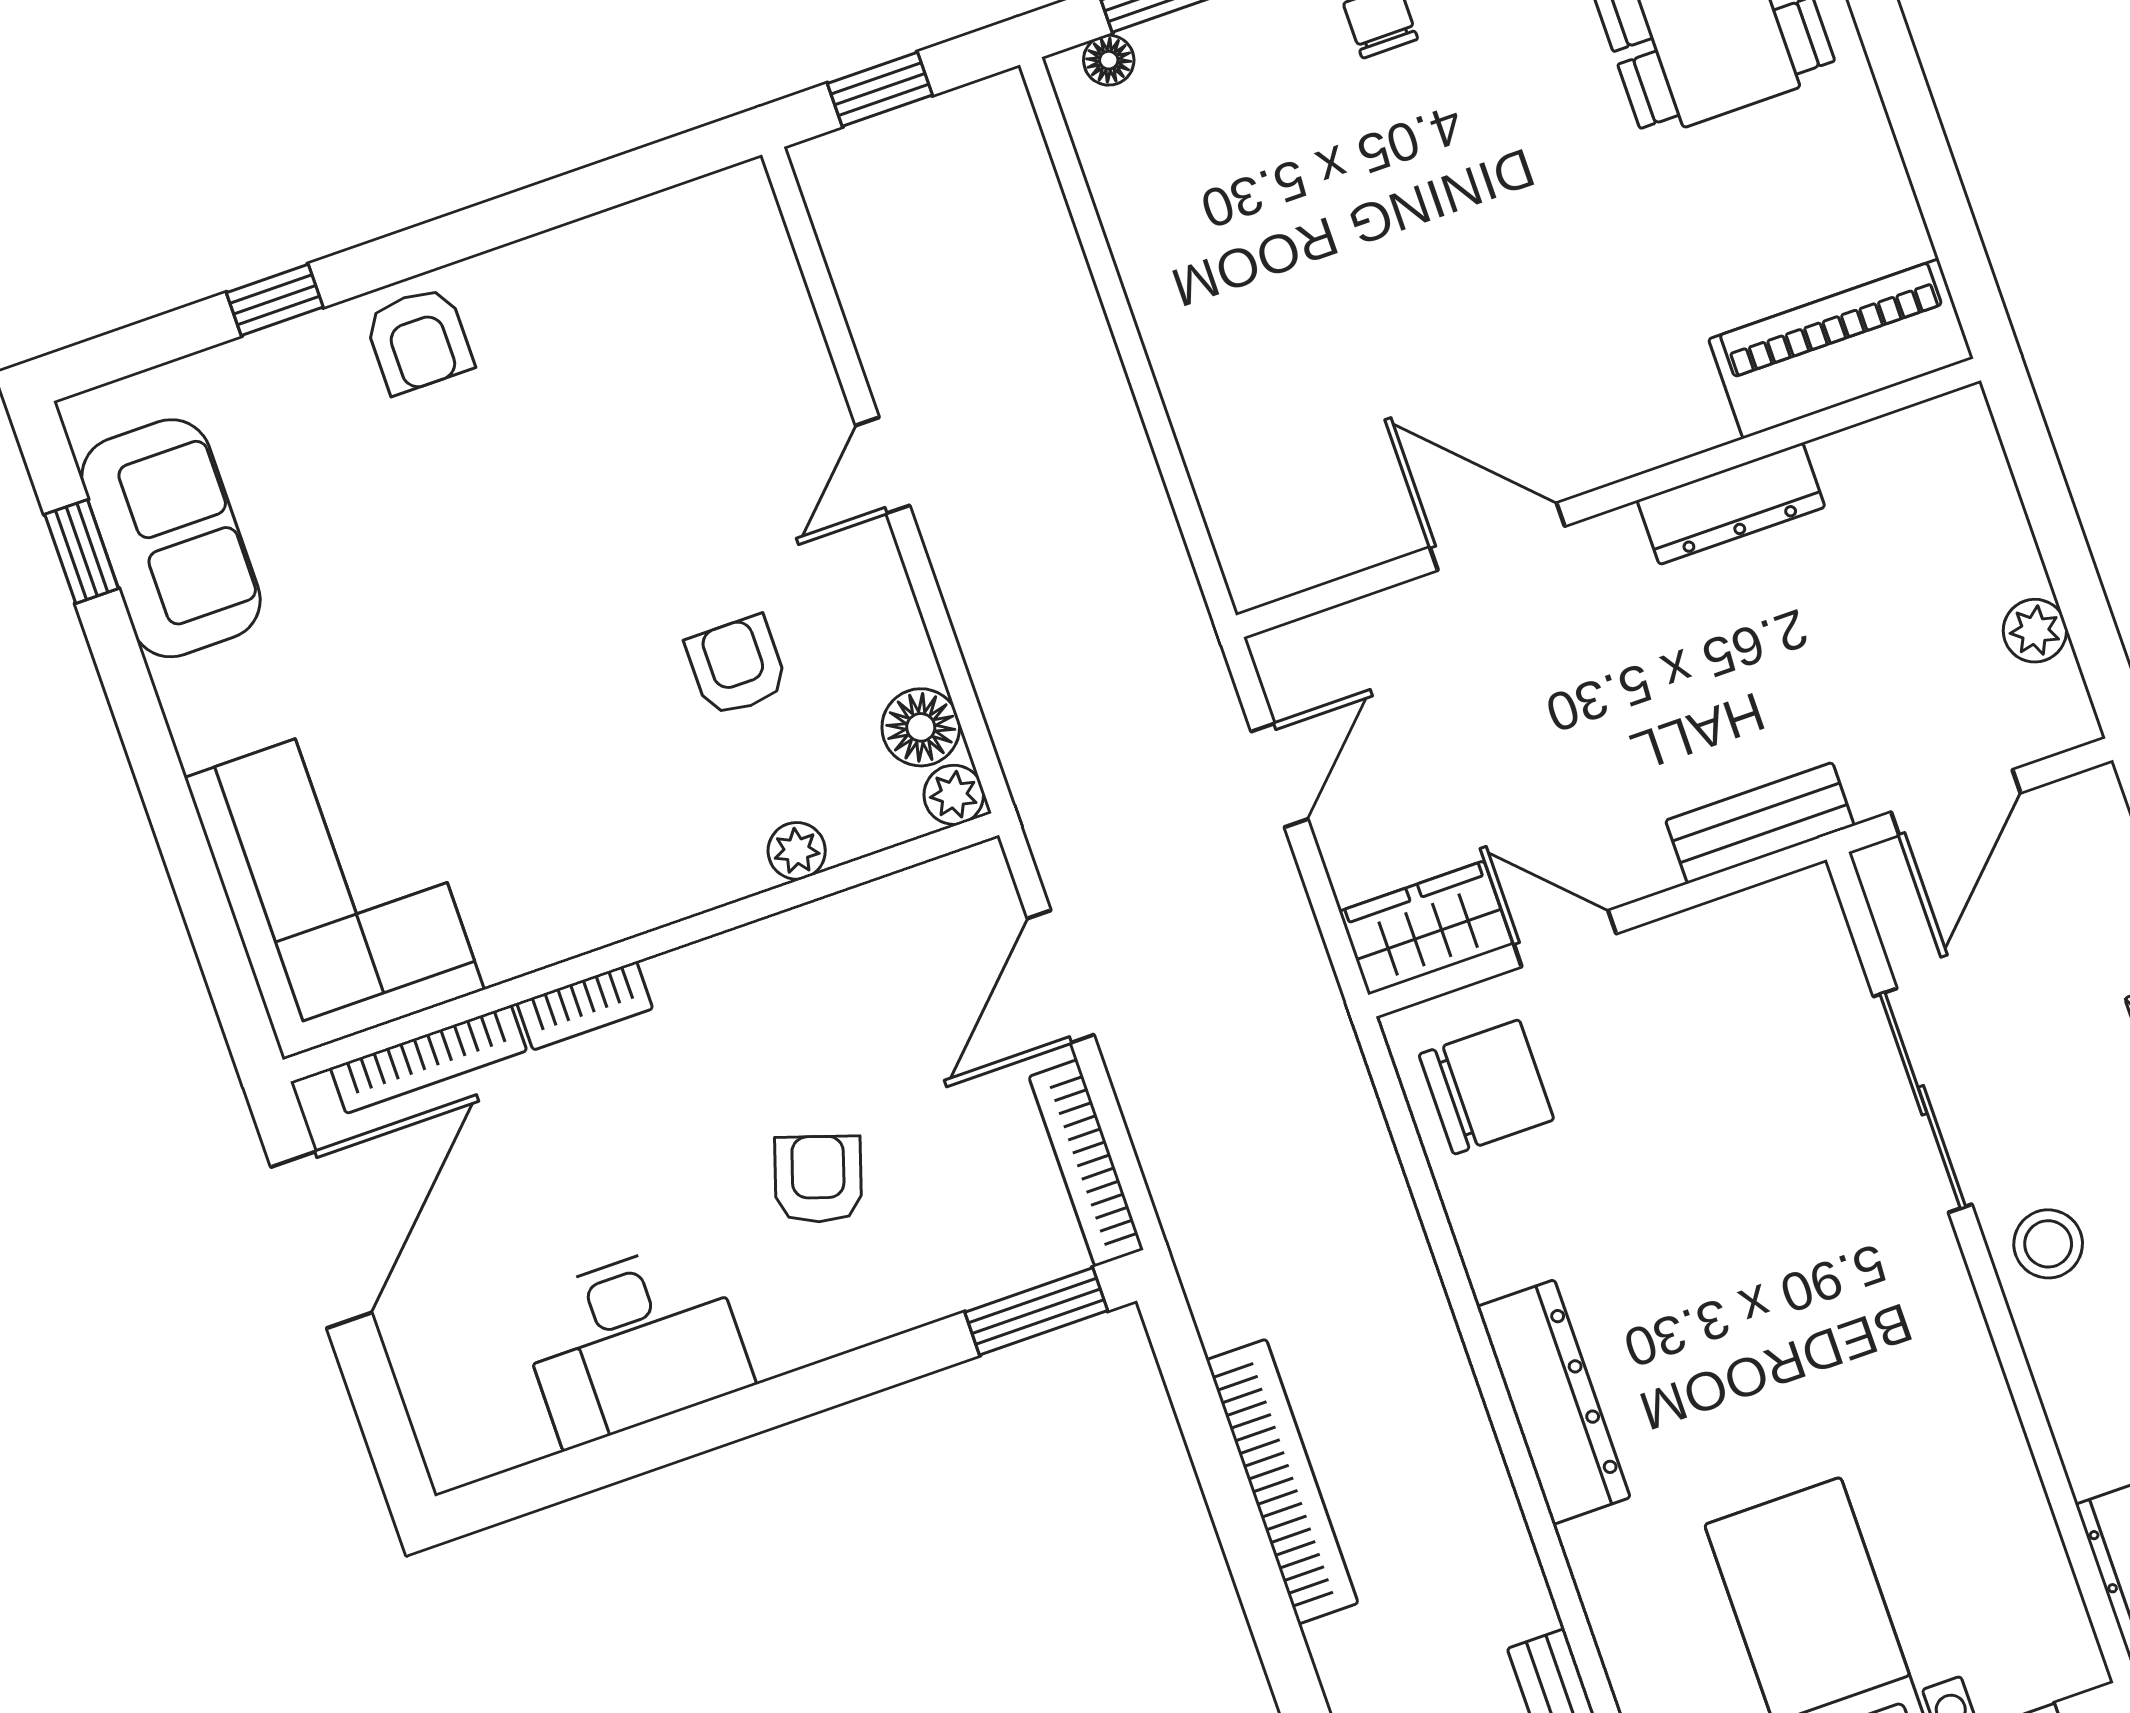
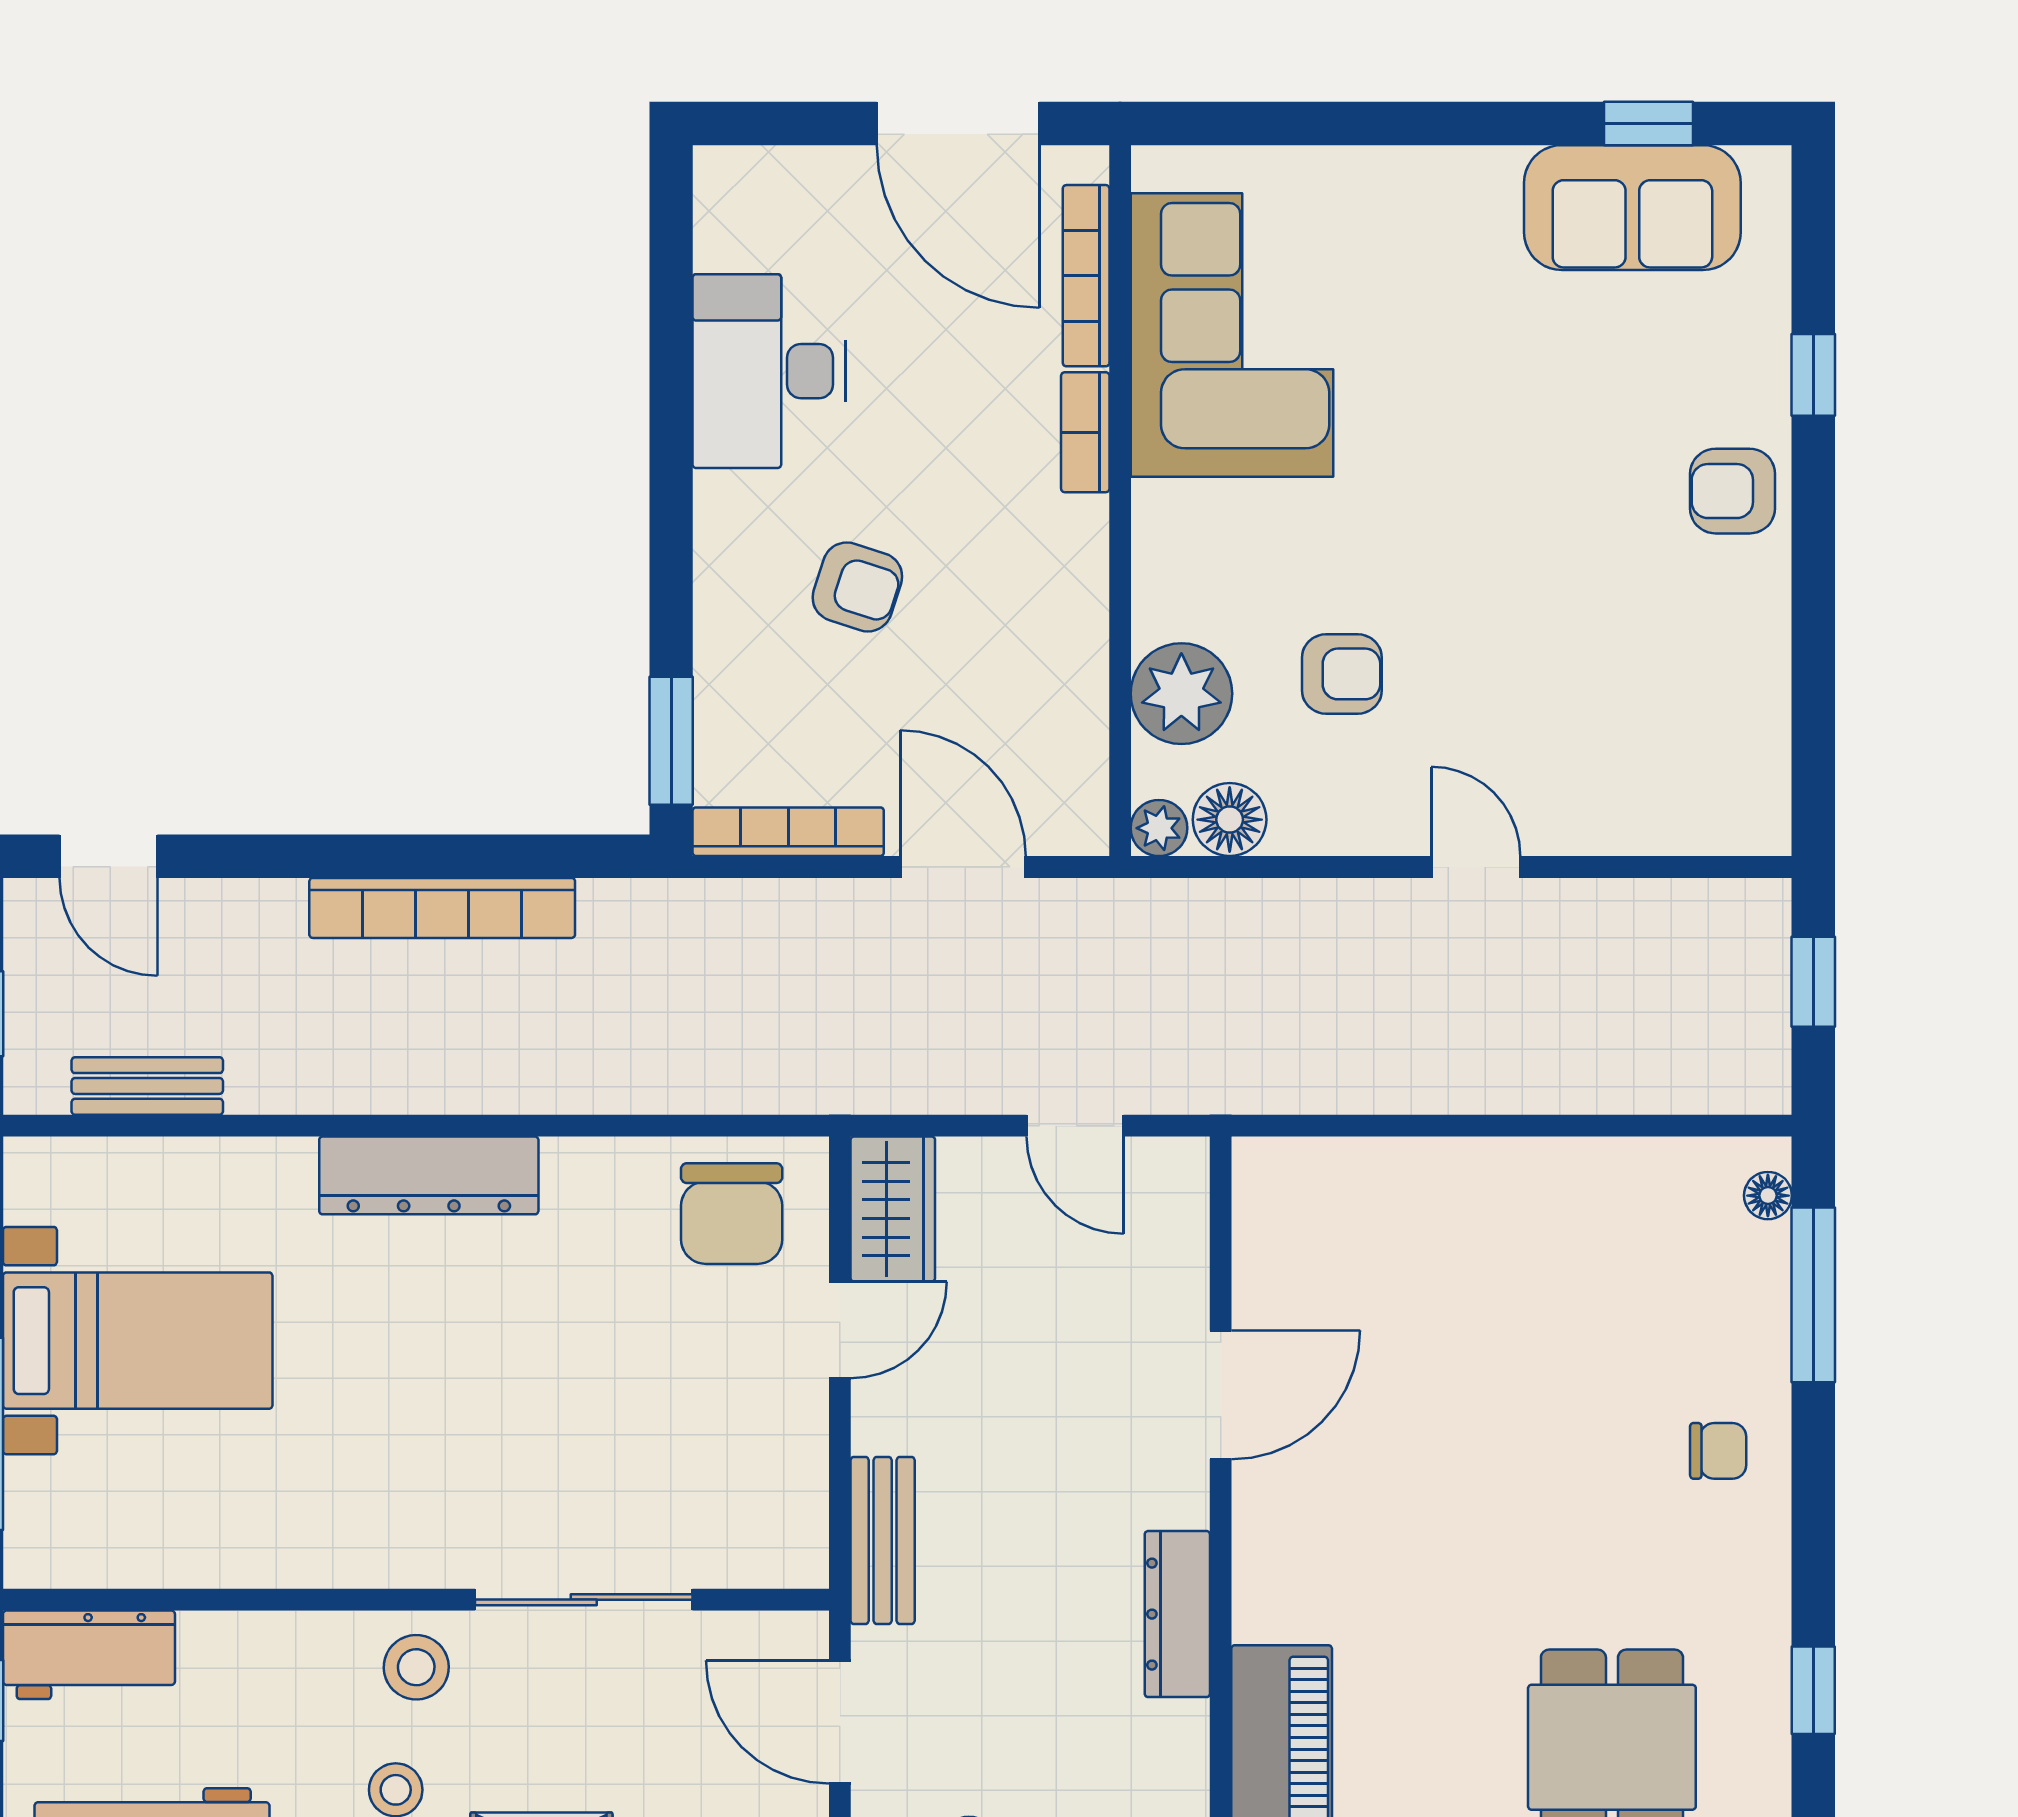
plant: (797, 851) -> (1181, 694), width x1.87, depth x1.87
corner sofa: (334, 883) -> (1232, 335), moved, turned -90

